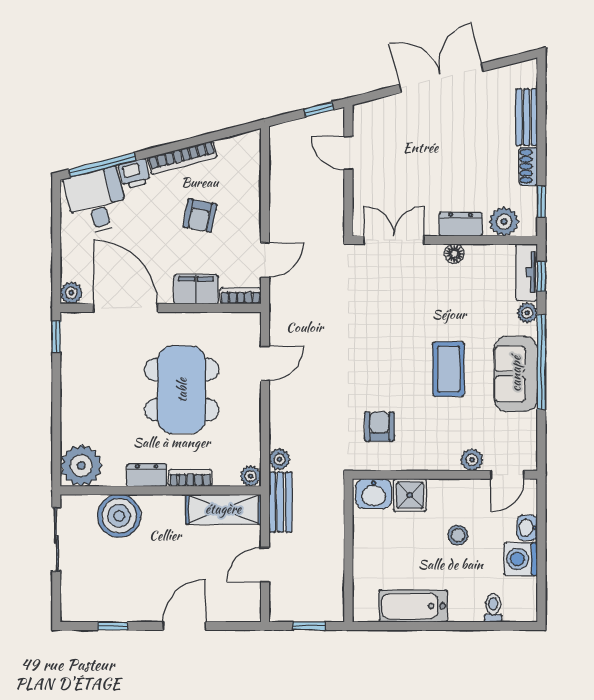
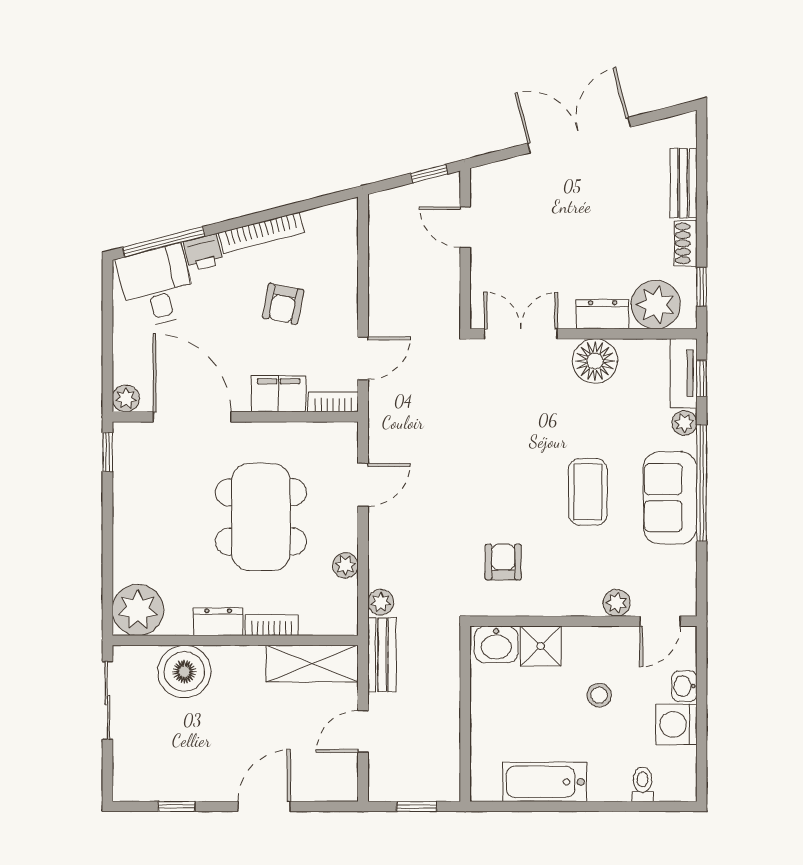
plant: (504, 222) -> (656, 305), width x1.36, depth x1.36
floor lamp: (454, 254) -> (595, 361), width x1.89, depth x1.89
plant: (251, 476) -> (345, 565), moved

